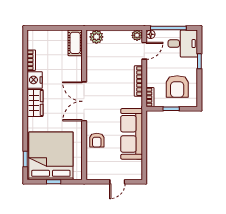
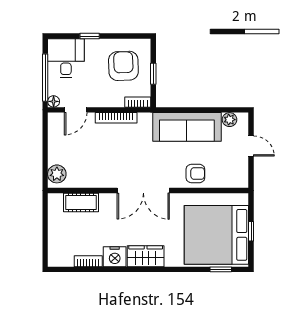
plant: (137, 35) -> (230, 120), moved
cot: (75, 43) -> (81, 202), moved
door: (144, 51) -> (76, 110), swing flipped
armchair: (177, 86) -> (123, 66), turned -92

